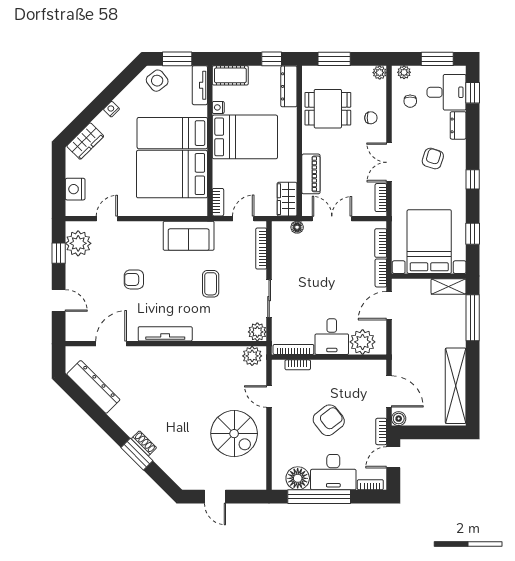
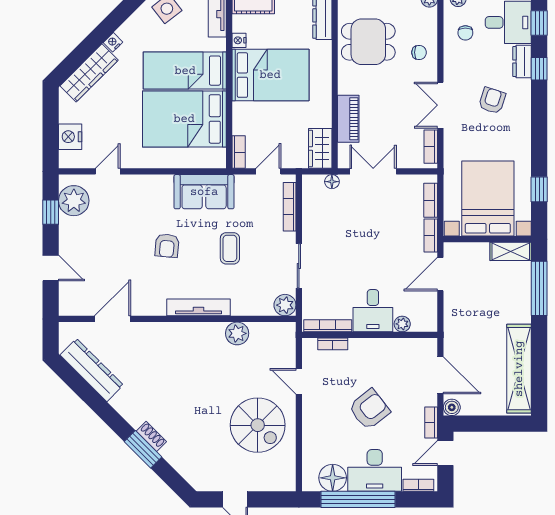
wardrobe: (85, 141) -> (89, 73), width x1.50
window: (473, 179) -> (539, 69), moved
armchair: (134, 279) -> (167, 246), moved, turned -85
tv unit: (165, 334) -> (198, 307), moved
plant: (363, 342) -> (402, 324), width x0.53, depth x0.53
plant: (252, 356) -> (237, 333), moved

